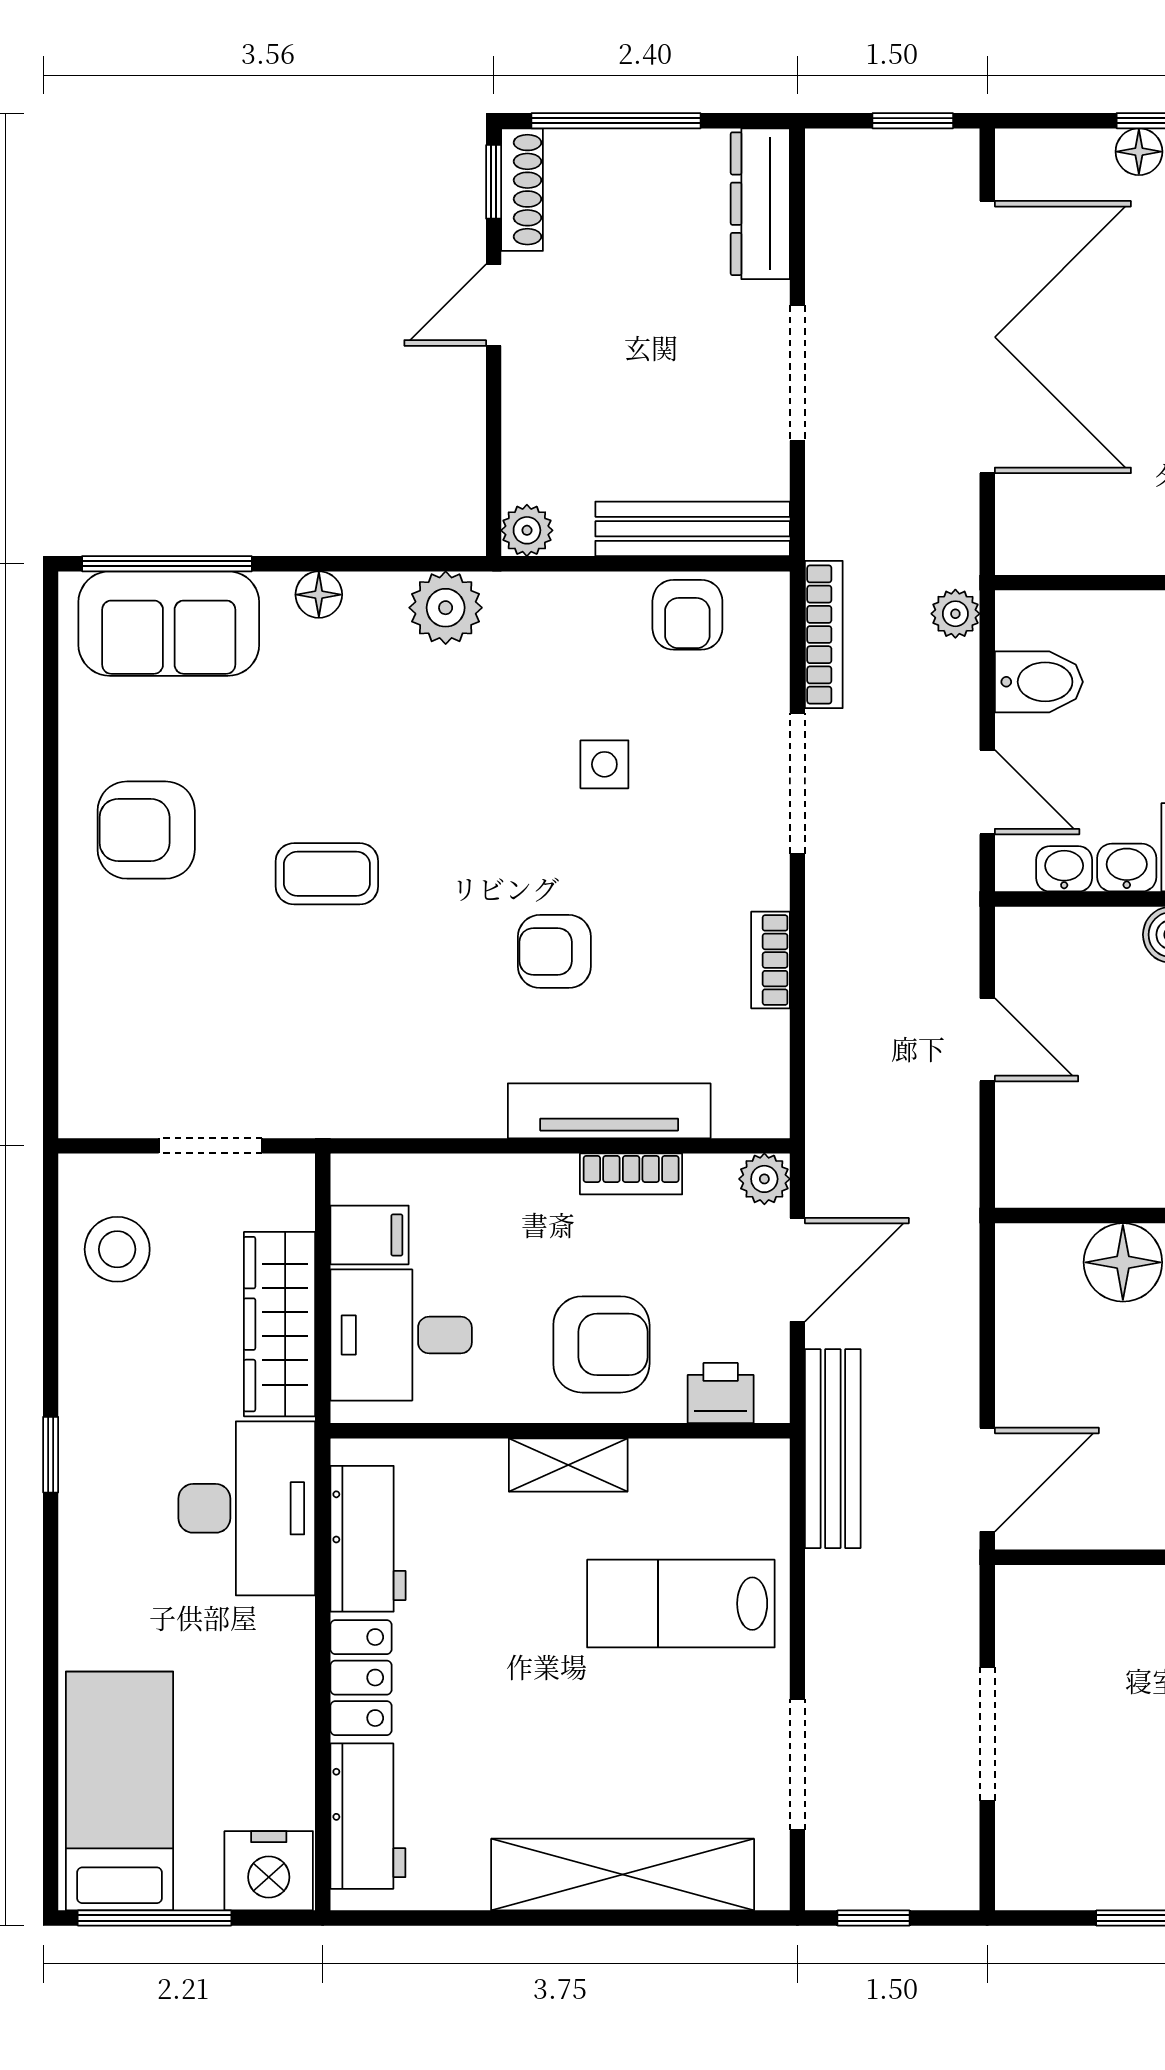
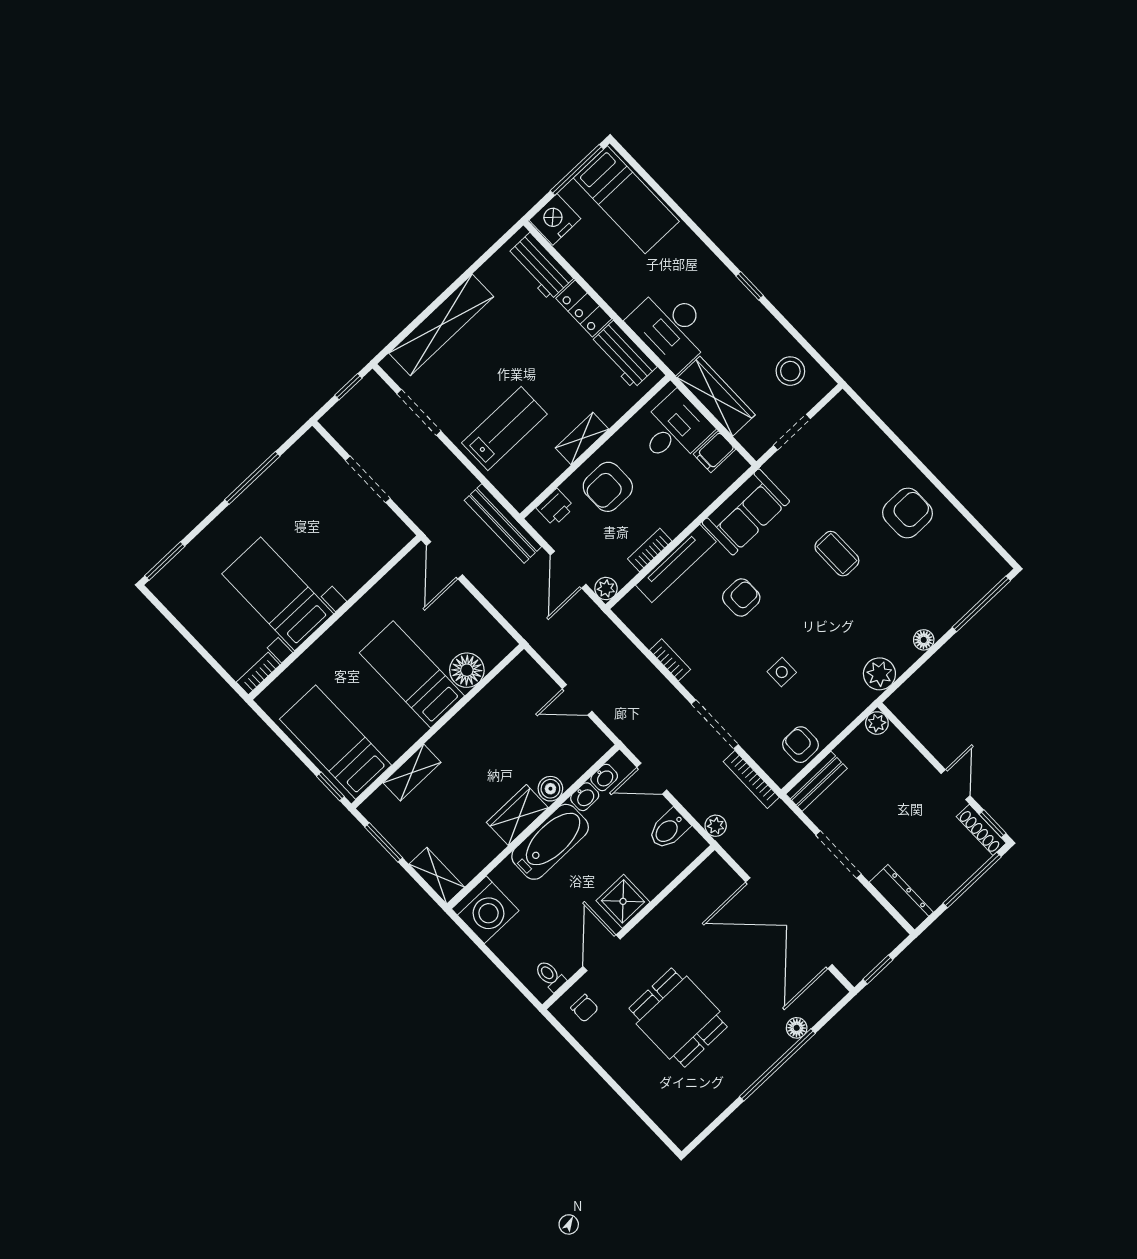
bench: (693, 529) -> (817, 781), width x0.73
sofa: (169, 624) -> (746, 512), moved, turned 180
coffee table: (327, 874) -> (837, 554), turned 90

